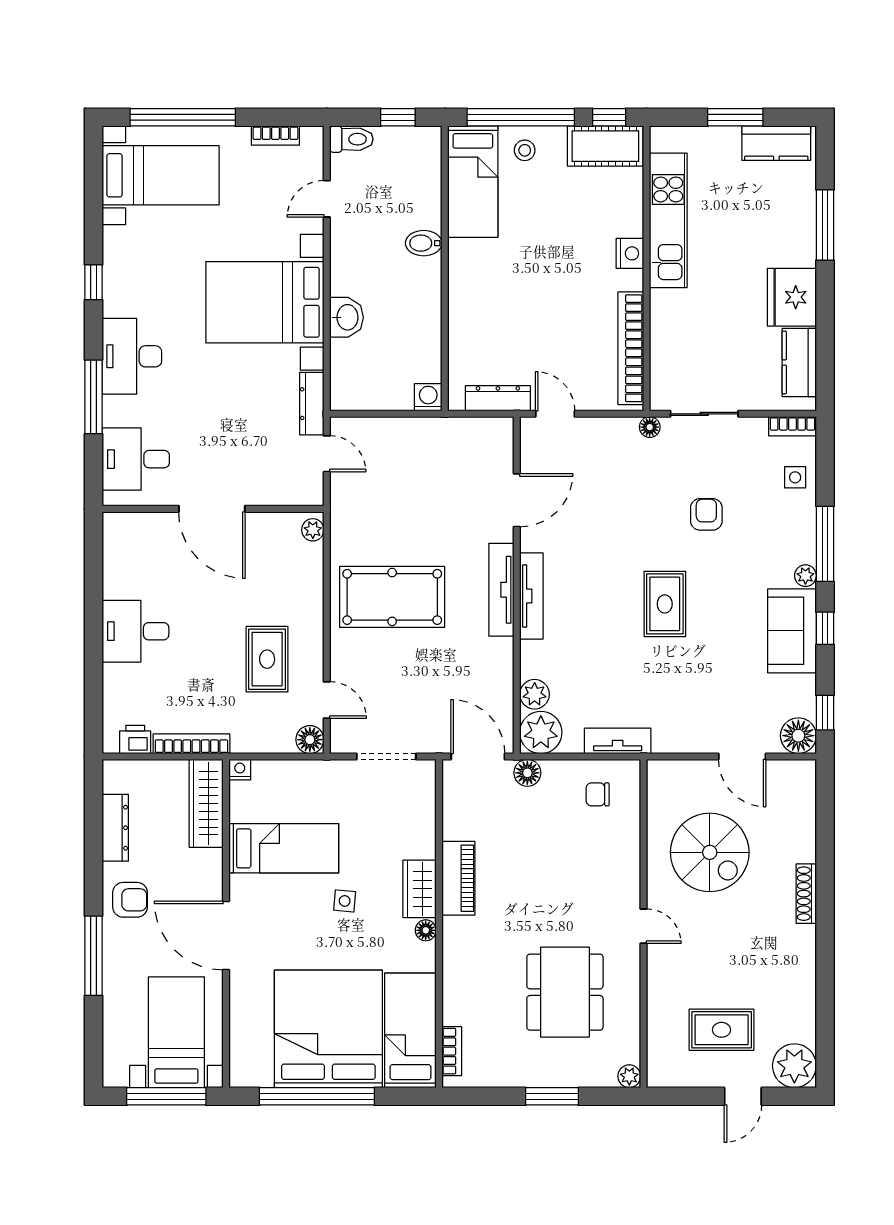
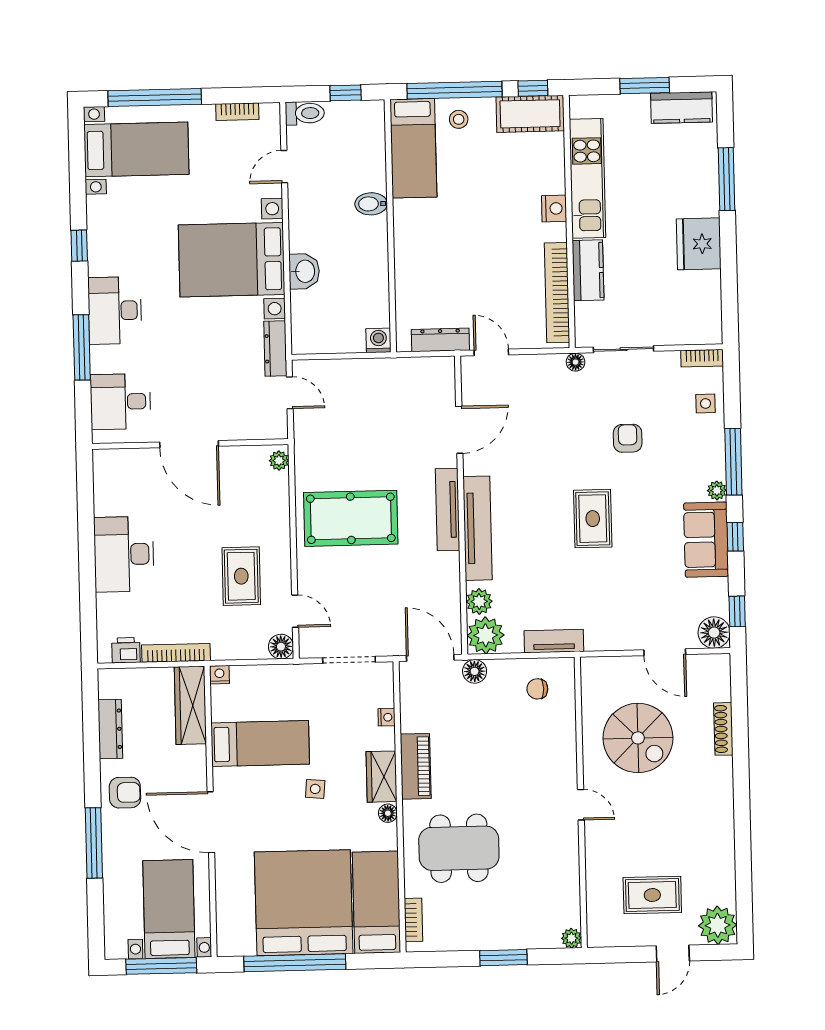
kitchen counter: (799, 363) -> (588, 270), moved, turned 180
tv unit: (531, 596) -> (478, 528), width x1.36, depth x1.29
desk: (135, 631) -> (124, 554), width x1.37
nightstand: (427, 822) -> (386, 717), added
shoe rack: (806, 894) -> (723, 729), moved
dining table: (565, 992) -> (459, 848), moved, turned 90

